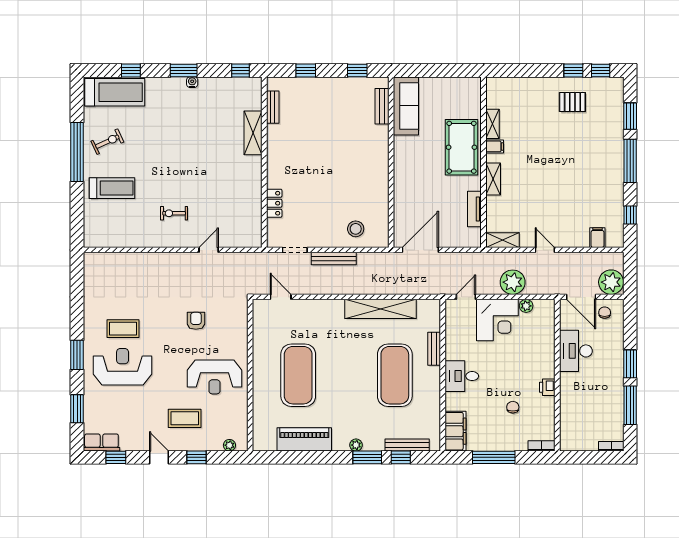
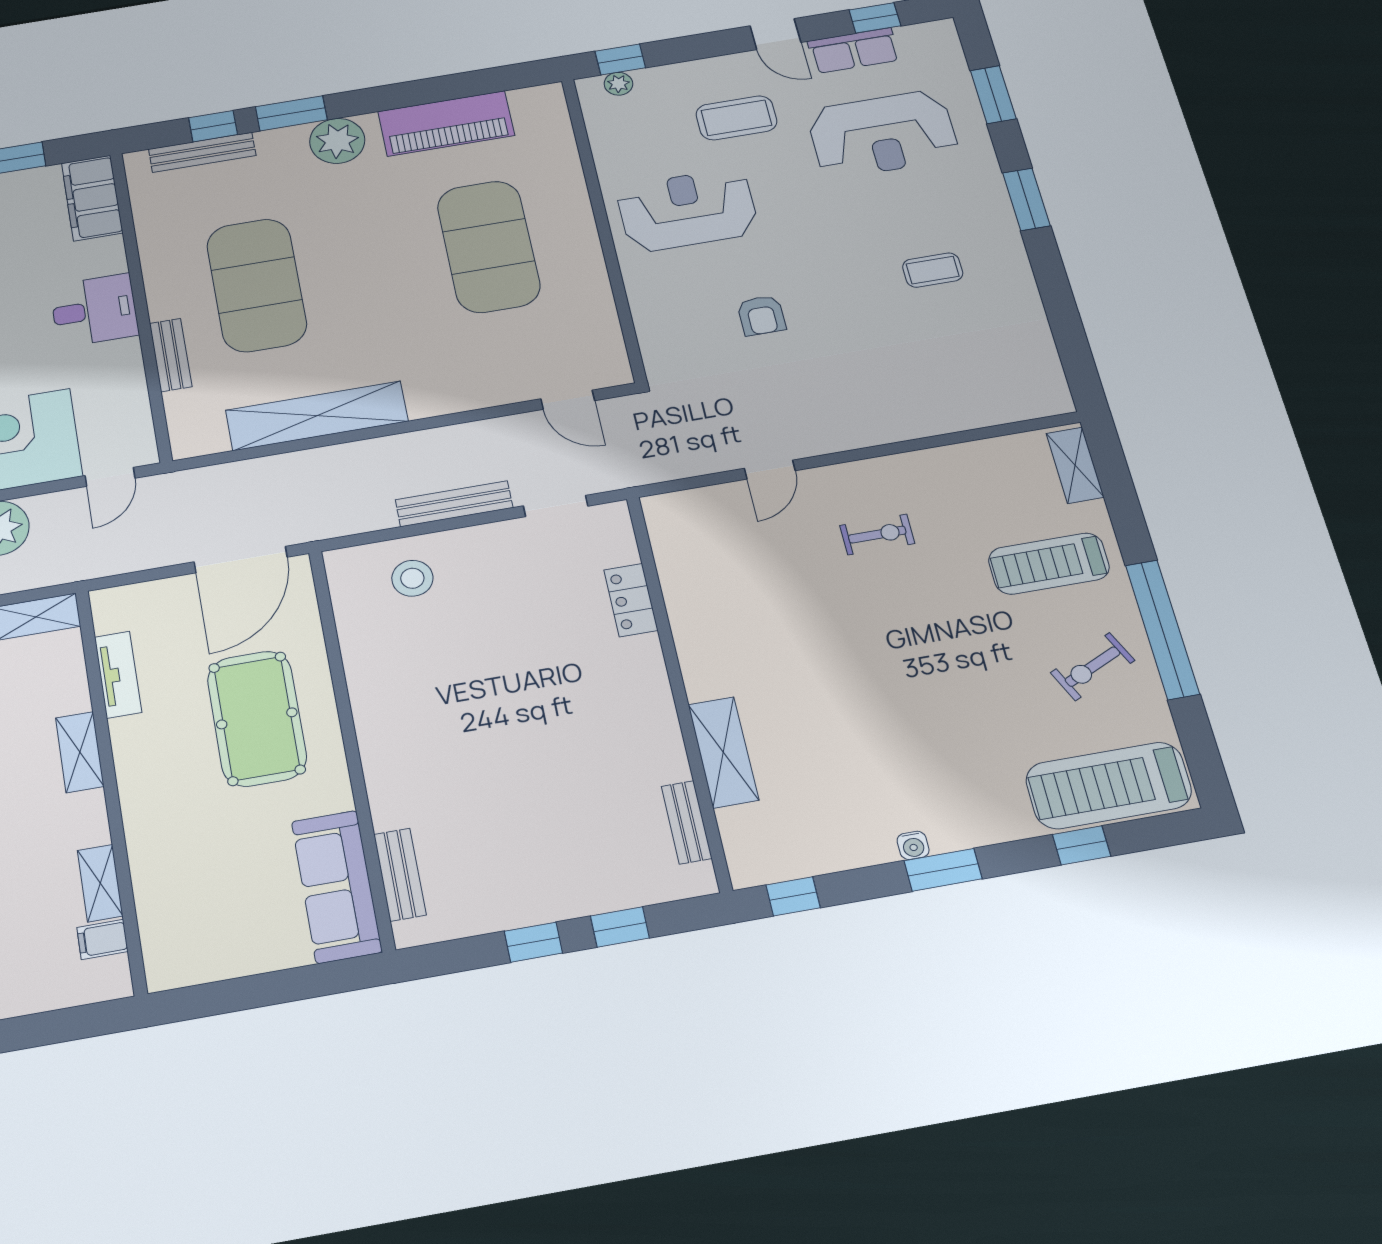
window: (357, 70) -> (533, 942), moved
filing cabinet: (495, 146) -> (102, 939), moved
pool table: (461, 147) -> (257, 718), moved
shelving: (91, 229) -> (1075, 465), added
coffee table: (123, 329) -> (933, 270), width x0.73, depth x0.77
reception desk: (123, 367) -> (883, 134), moved
row of seats: (101, 442) -> (854, 51), moved
plant: (356, 445) -> (337, 141), width x1.88, depth x1.88
window: (197, 457) -> (620, 59), moved

